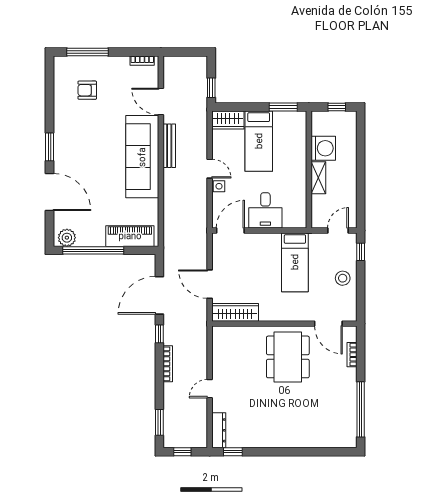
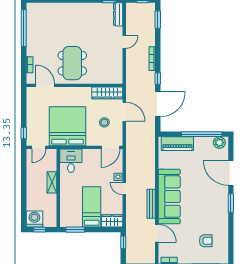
washing machine: (323, 148) -> (34, 219), moved, turned 90
desk: (265, 210) -> (71, 161), moved
bed: (295, 262) -> (68, 126), width x2.04
stool: (343, 278) -> (104, 122), moved

